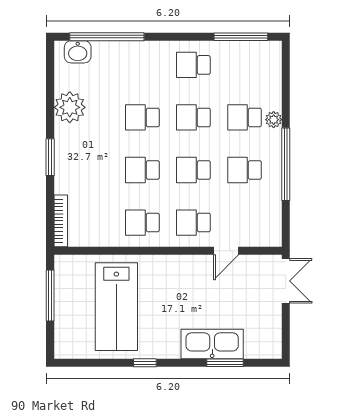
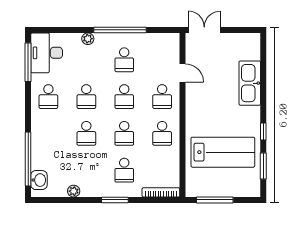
desk: (254, 62) -> (47, 53), added
plant: (70, 107) -> (74, 191), width x0.53, depth x0.53
school desk: (244, 117) -> (124, 170), moved
window: (225, 363) -> (263, 166), moved

